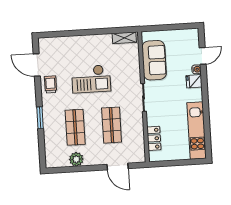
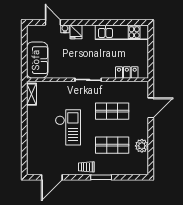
sofa: (154, 60) -> (37, 60), moved, turned 90
trolley: (50, 84) -> (86, 167), moved

